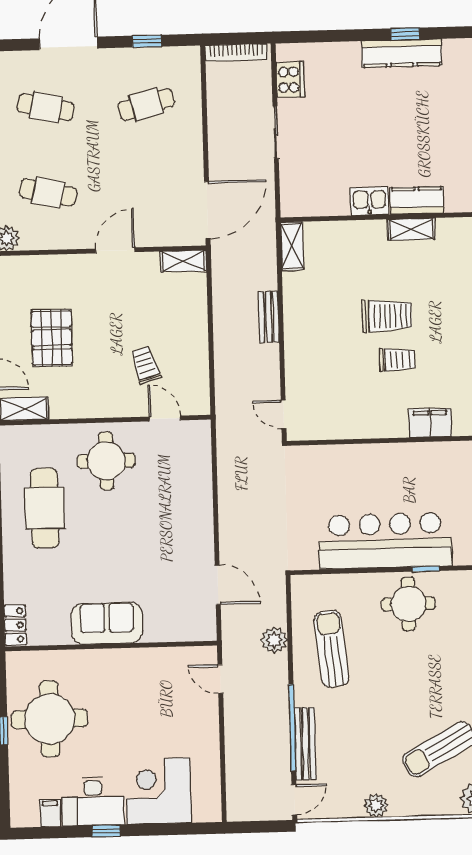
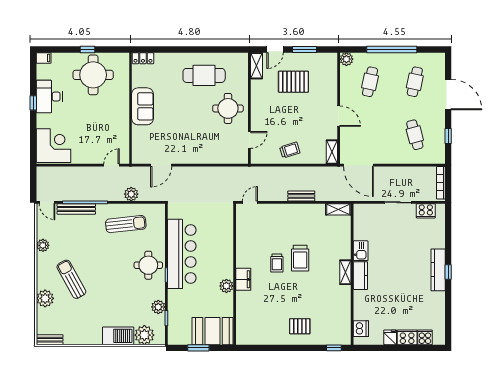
trolley: (145, 365) -> (290, 150), moved
plant: (444, 454) -> (226, 286), added
corner desk: (158, 791) -> (54, 146), moved
filing cabinet: (50, 813) -> (44, 58), moved

